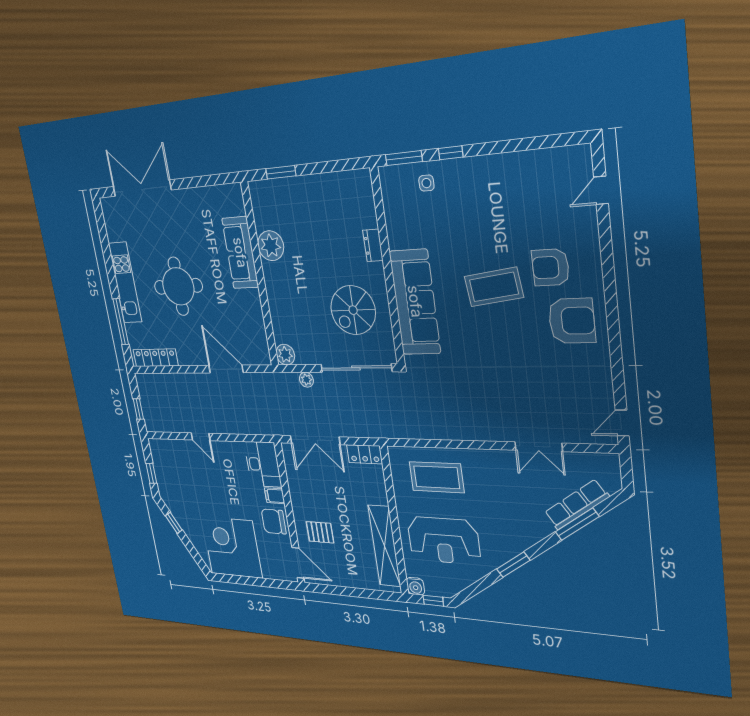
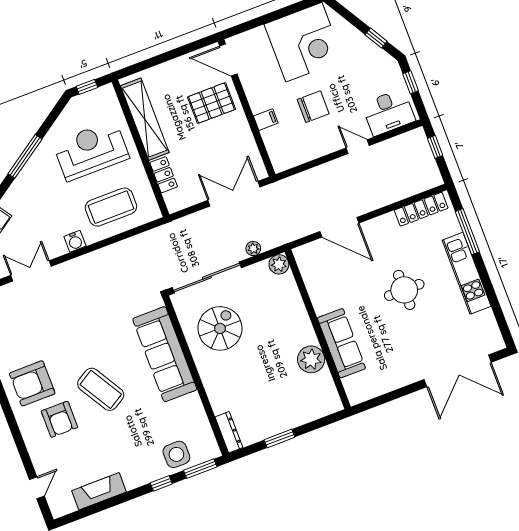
fireplace: (525, 164) -> (99, 491), added
window: (281, 172) -> (279, 439), moved
side table: (426, 183) -> (176, 454), width x1.87, depth x1.87
dresser: (373, 245) -> (229, 432), moved, width x1.44
armchair: (551, 267) -> (59, 419), turned 90
round table: (178, 286) -> (404, 290), width x0.73, depth x0.73
coffee table: (494, 287) -> (101, 389), turned 66
locker: (364, 454) -> (164, 175), moved, turned 90
desk: (263, 464) -> (388, 112), moved, turned -90
chair: (274, 522) -> (313, 107), moved
pallet: (320, 532) -> (211, 103), width x1.50, depth x1.42
window: (513, 565) -> (25, 156), width x1.44
water cooler: (415, 586) -> (75, 241), moved, turned 180

